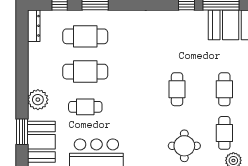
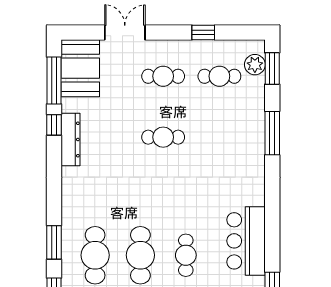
dresser: (175, 17) -> (71, 139), added
round table: (184, 146) -> (236, 128), removed

